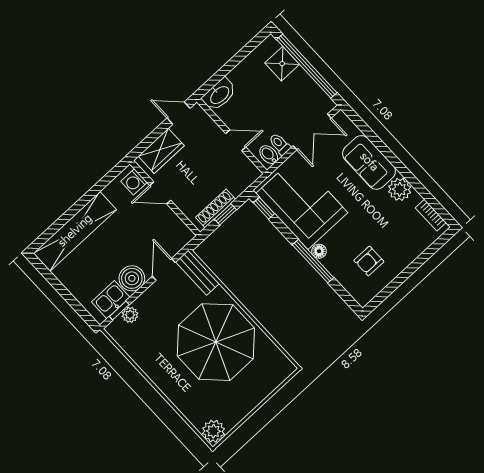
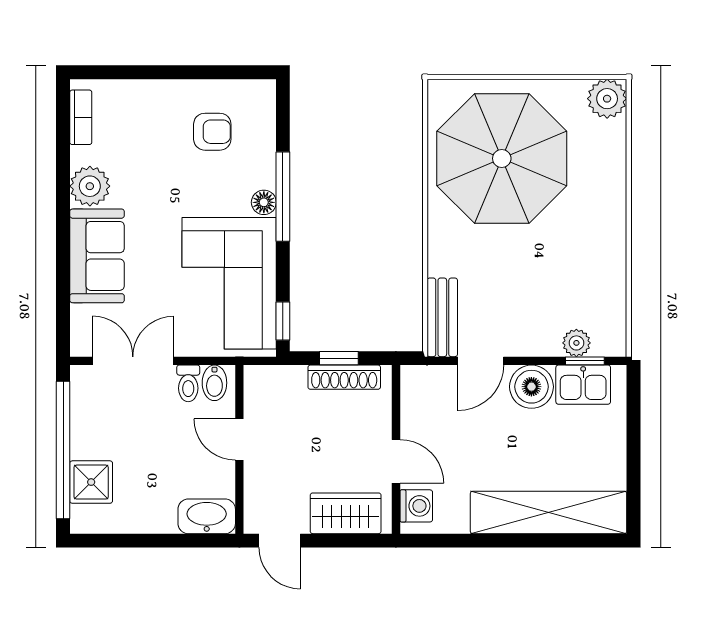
parasol: (216, 342) -> (502, 158), moved

